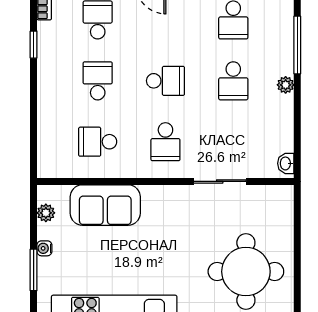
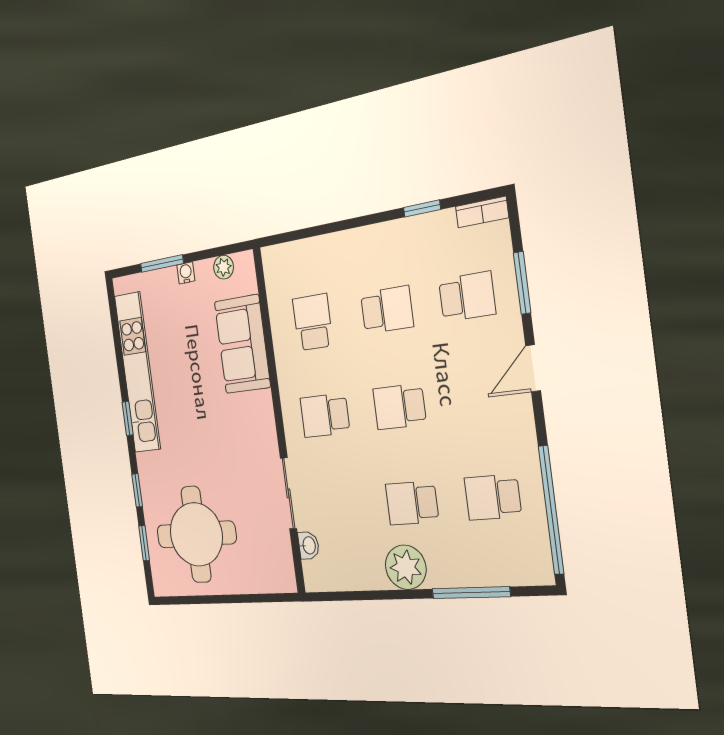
school desk: (165, 81) -> (399, 407), turned 90
plant: (286, 85) -> (406, 567), width x1.88, depth x1.88
washbasin: (286, 163) -> (309, 545), moved, turned 90

